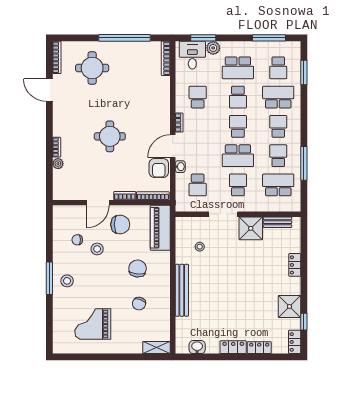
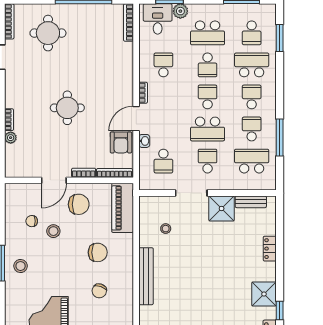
chair: (138, 268) -> (98, 252), turned 84

